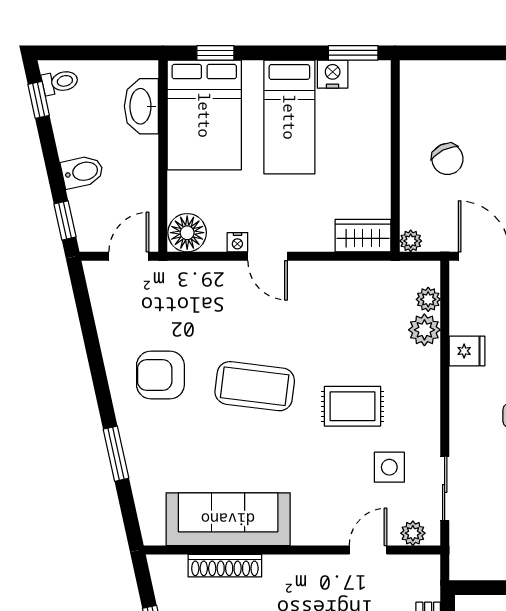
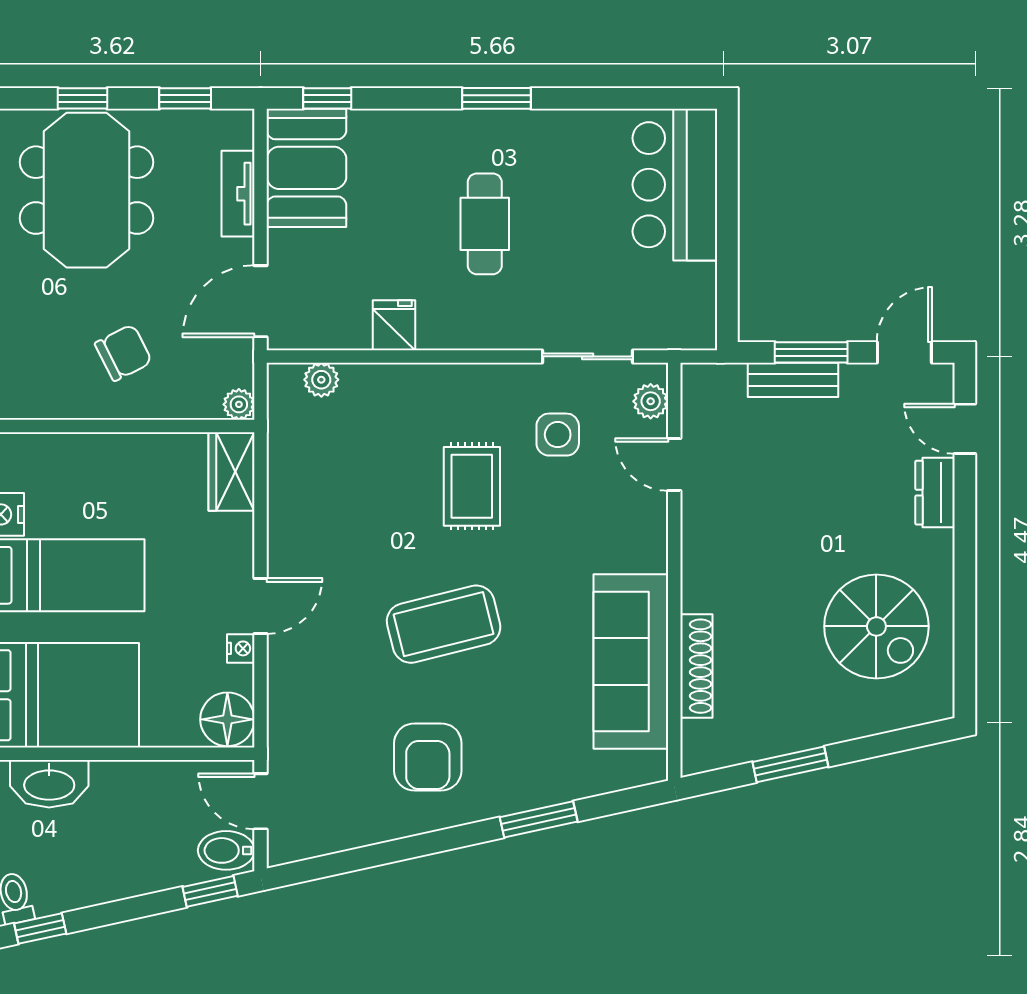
bidet: (82, 172) -> (226, 850), moved, turned -78
plant: (424, 330) -> (364, 385), removed
coffee table: (255, 386) -> (444, 624), turned 69

